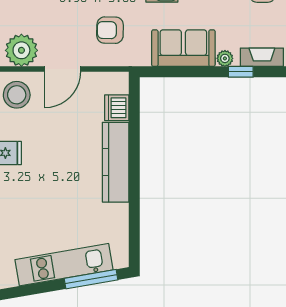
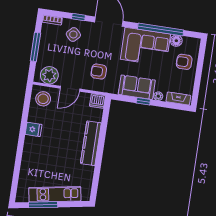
window: (241, 72) -> (143, 101), moved
dishwasher: (117, 108) -> (98, 101), moved, turned -90
window: (91, 279) -> (43, 205), moved

